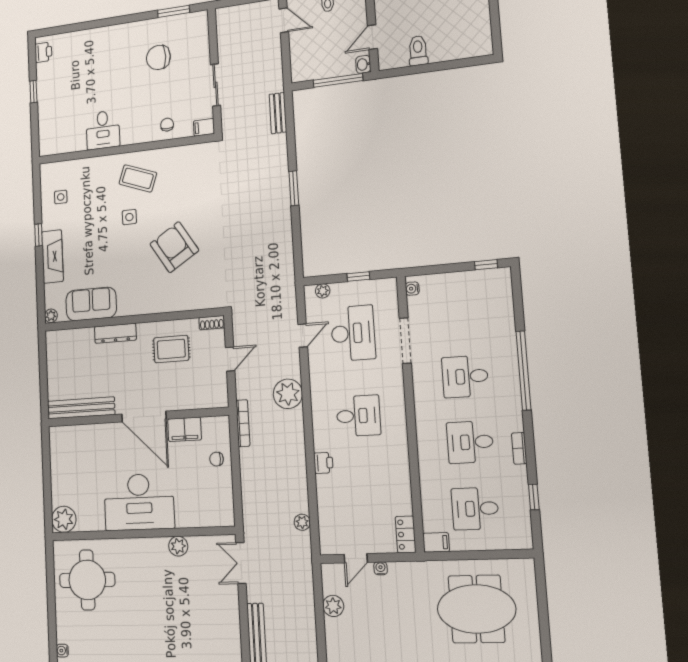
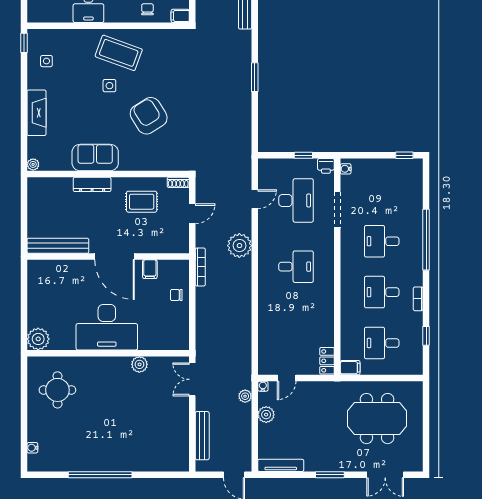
coffee table: (138, 178) -> (119, 53), width x1.36, depth x1.32
window: (38, 235) -> (24, 43), moved
plant: (323, 291) -> (273, 164), removed
sofa: (91, 304) -> (95, 157), moved
filing cabinet: (185, 429) -> (150, 269), width x0.50
printer: (323, 463) -> (326, 166), moved, turned 90
plant: (302, 522) -> (245, 396), moved
water cooler: (381, 568) -> (263, 386), moved
round table: (87, 580) -> (57, 390), width x0.73, depth x0.73

